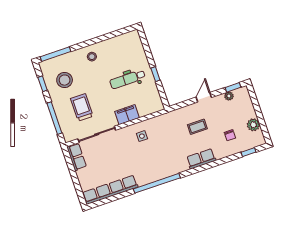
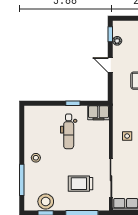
window: (55, 54) -> (22, 180), moved
stool: (65, 80) -> (46, 202), moved
filing cabinet: (127, 115) -> (98, 113), moved, turned -90

